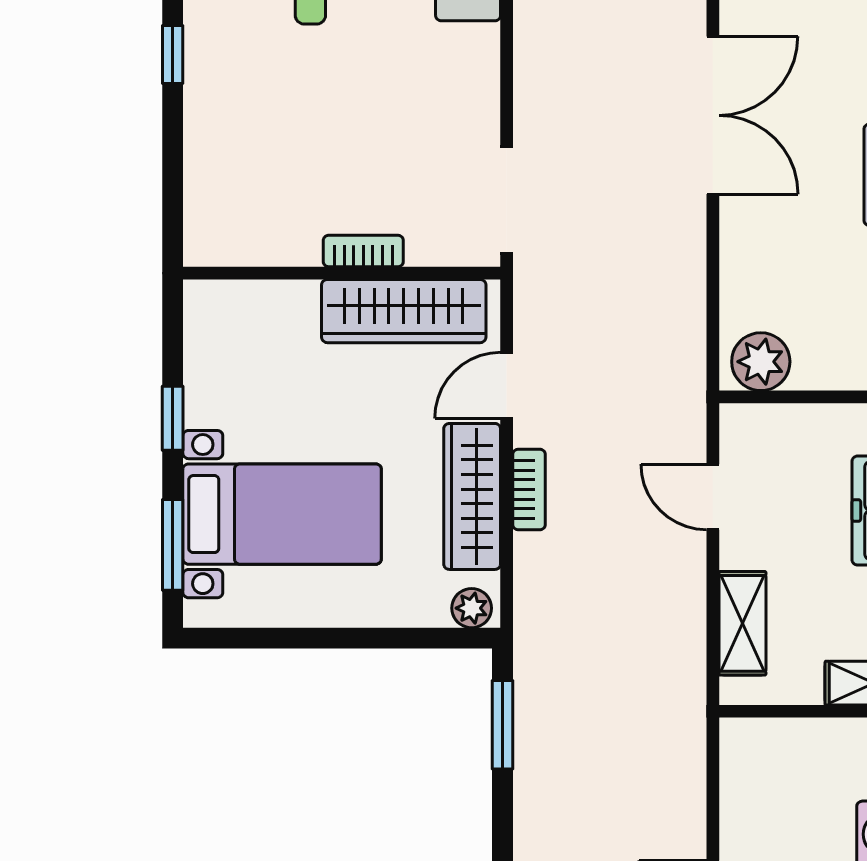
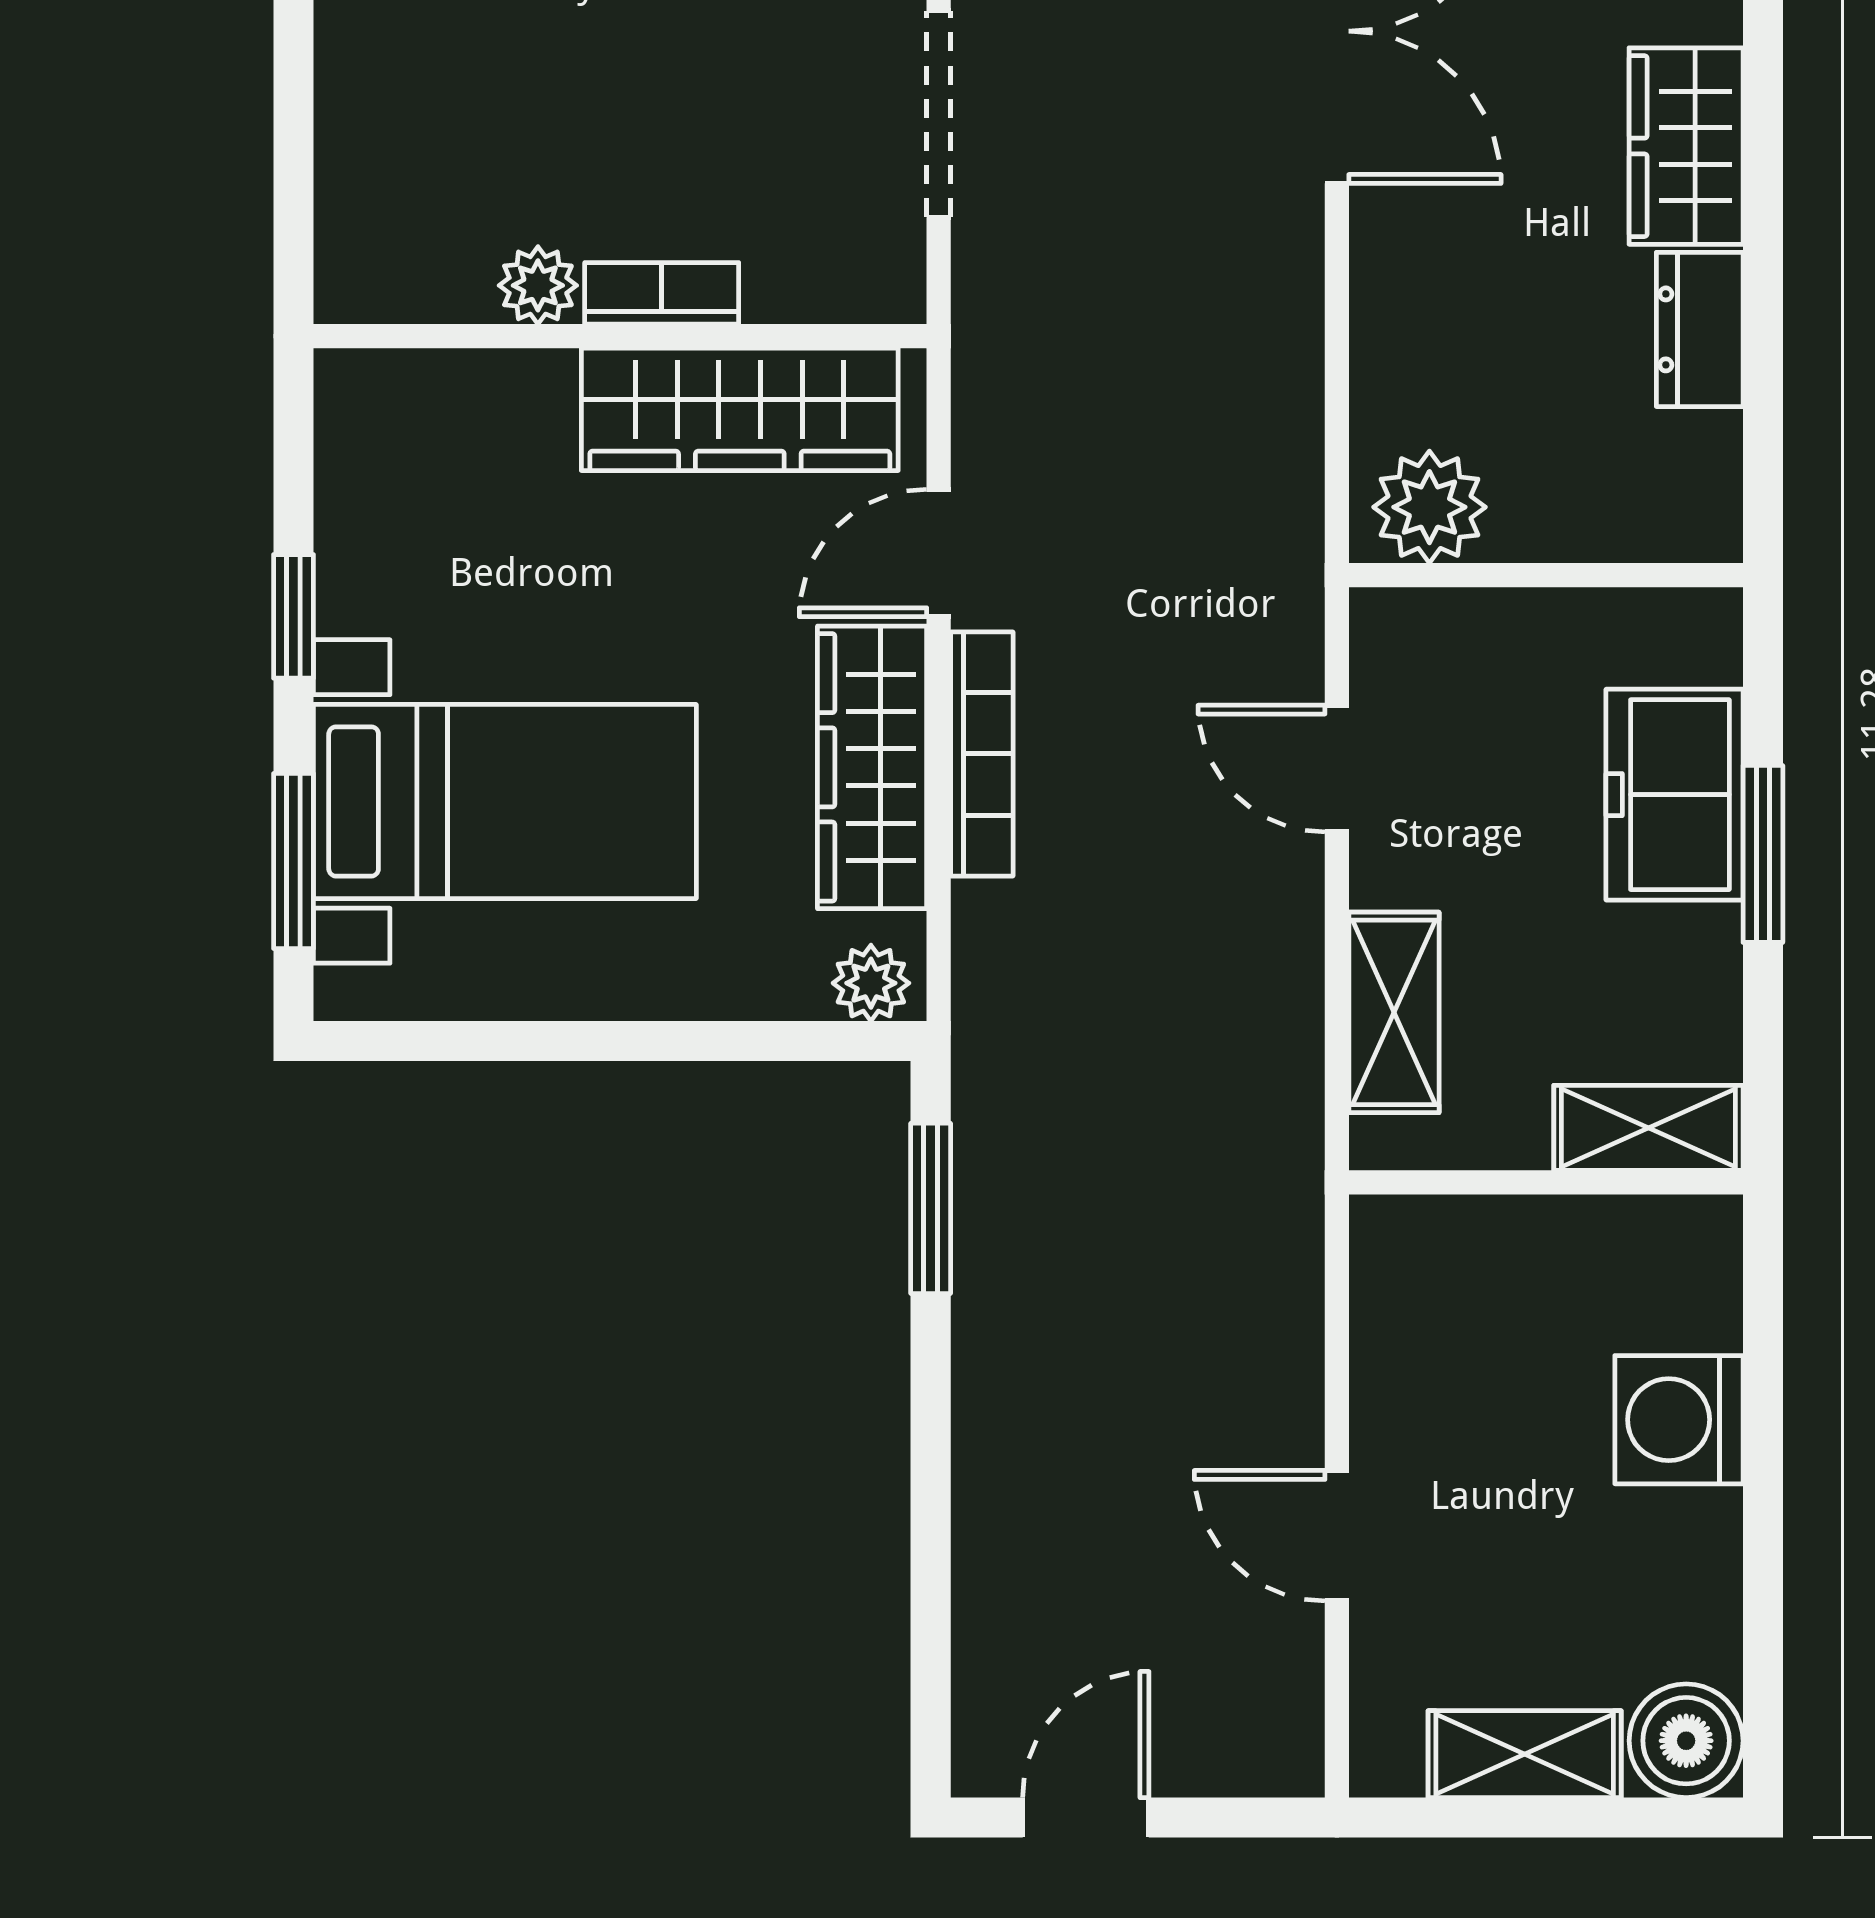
doorway: (507, 200) -> (939, 114), moved
plant: (299, 247) -> (538, 285), added
bookcase: (529, 489) -> (982, 754), width x1.56

